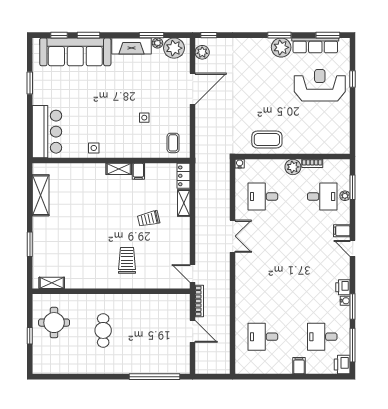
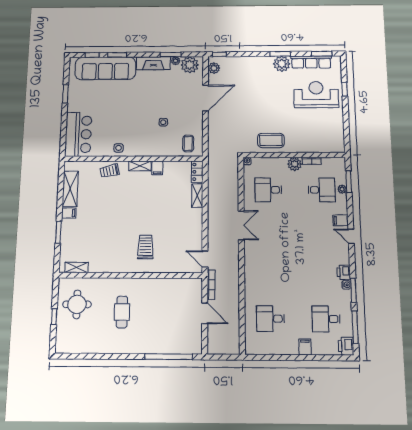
trolley: (149, 219) -> (110, 171), moved
filing cabinet: (40, 223) -> (69, 213), added

